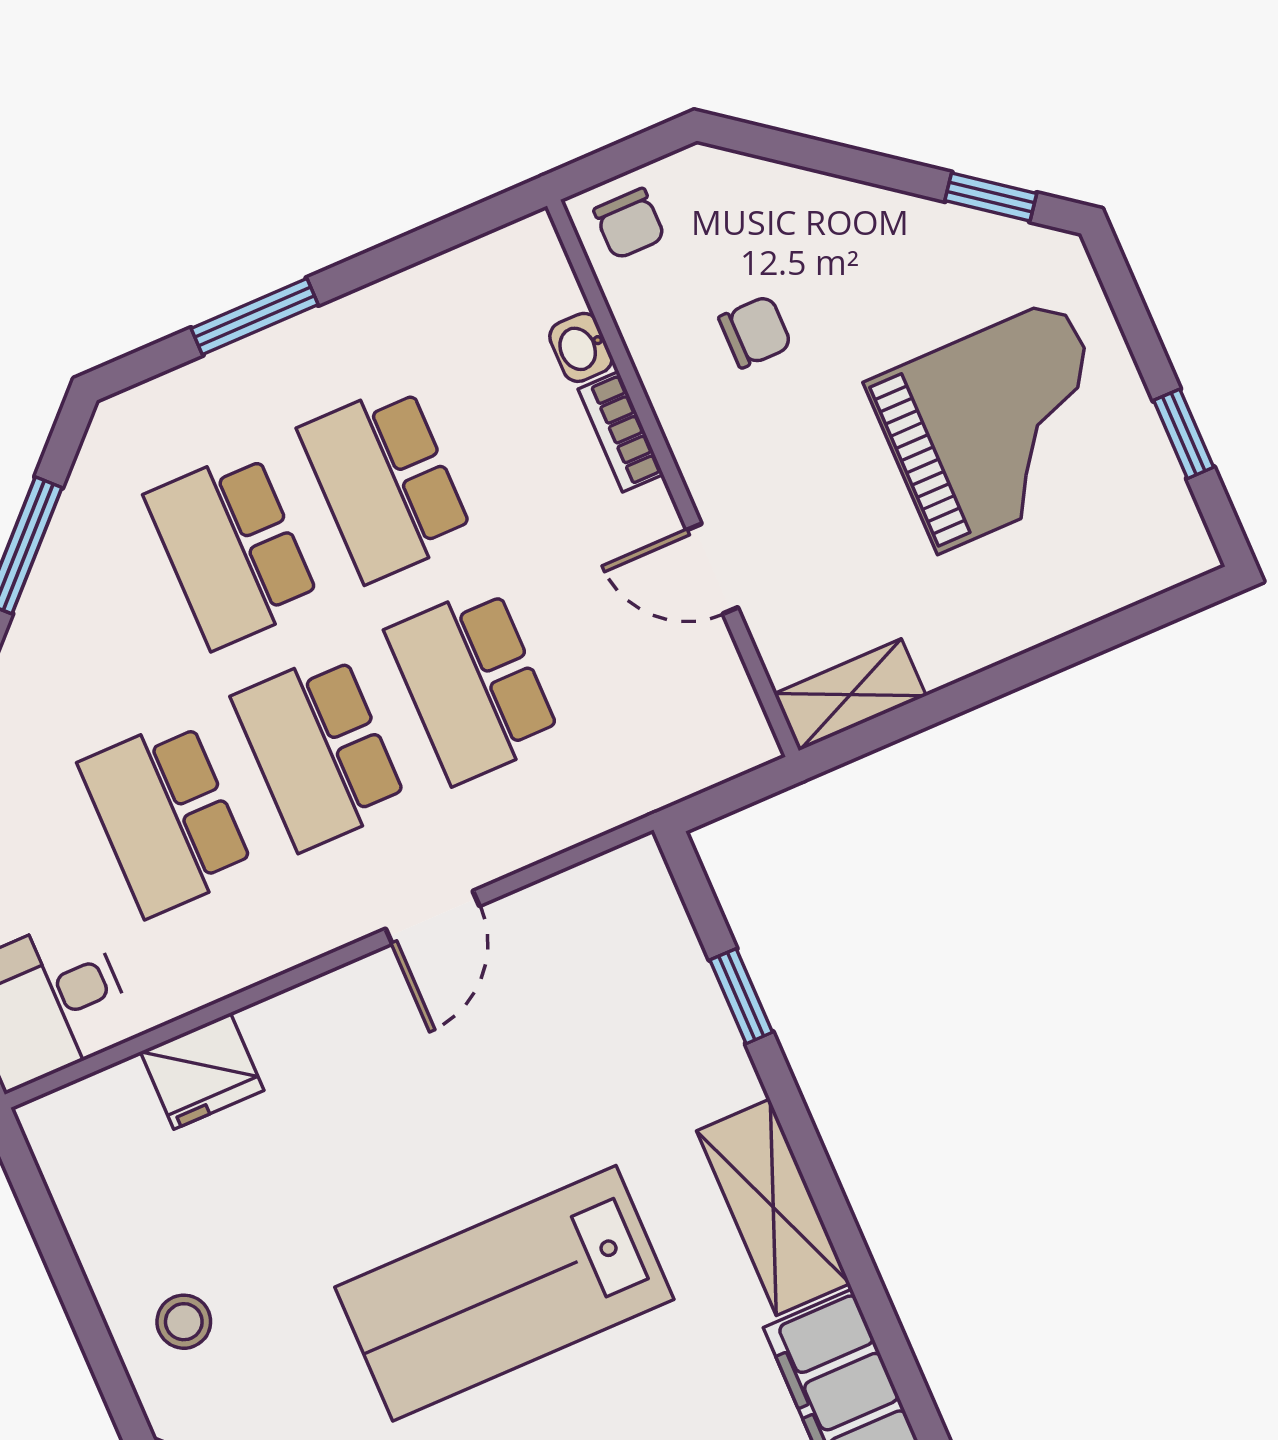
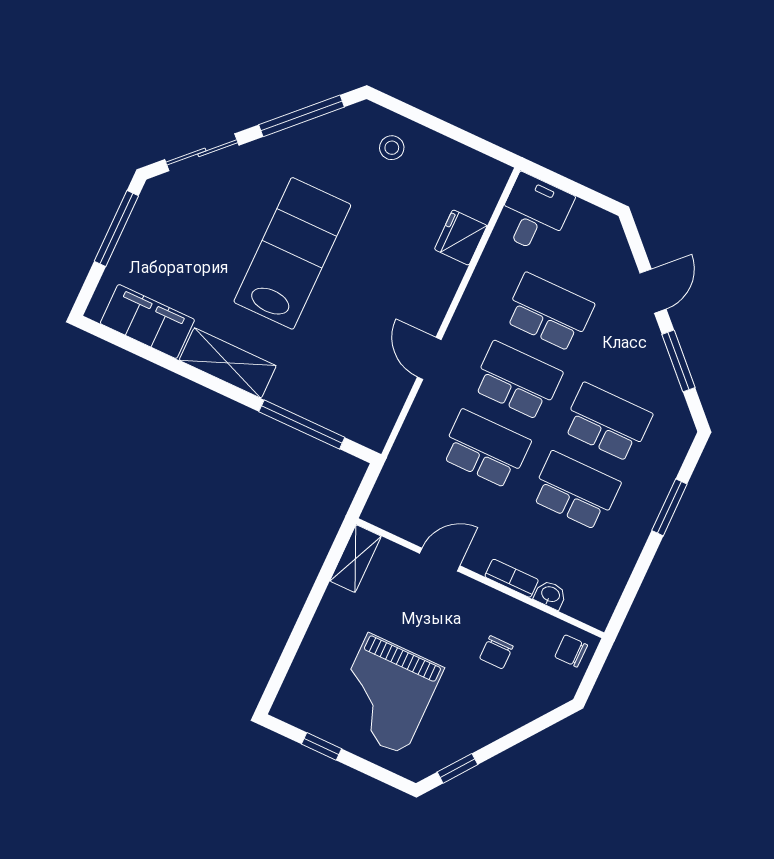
window: (741, 996) -> (302, 424), width x2.17

